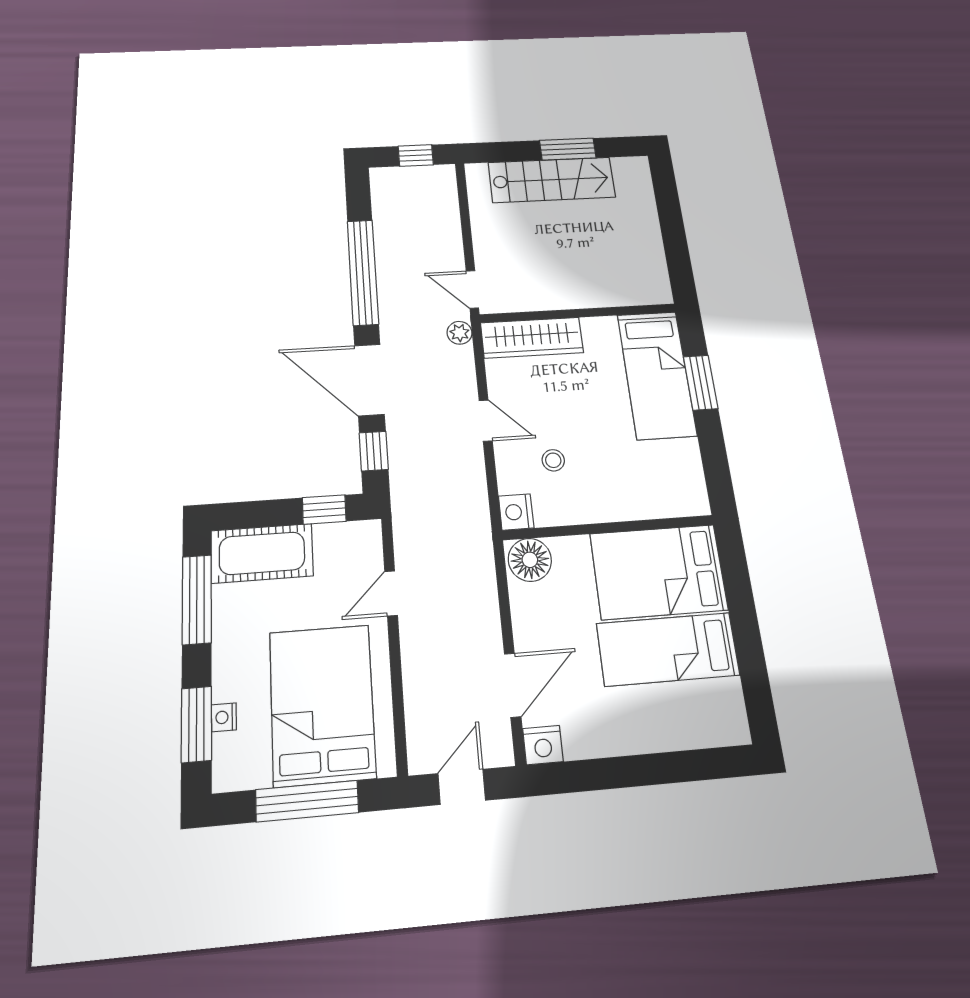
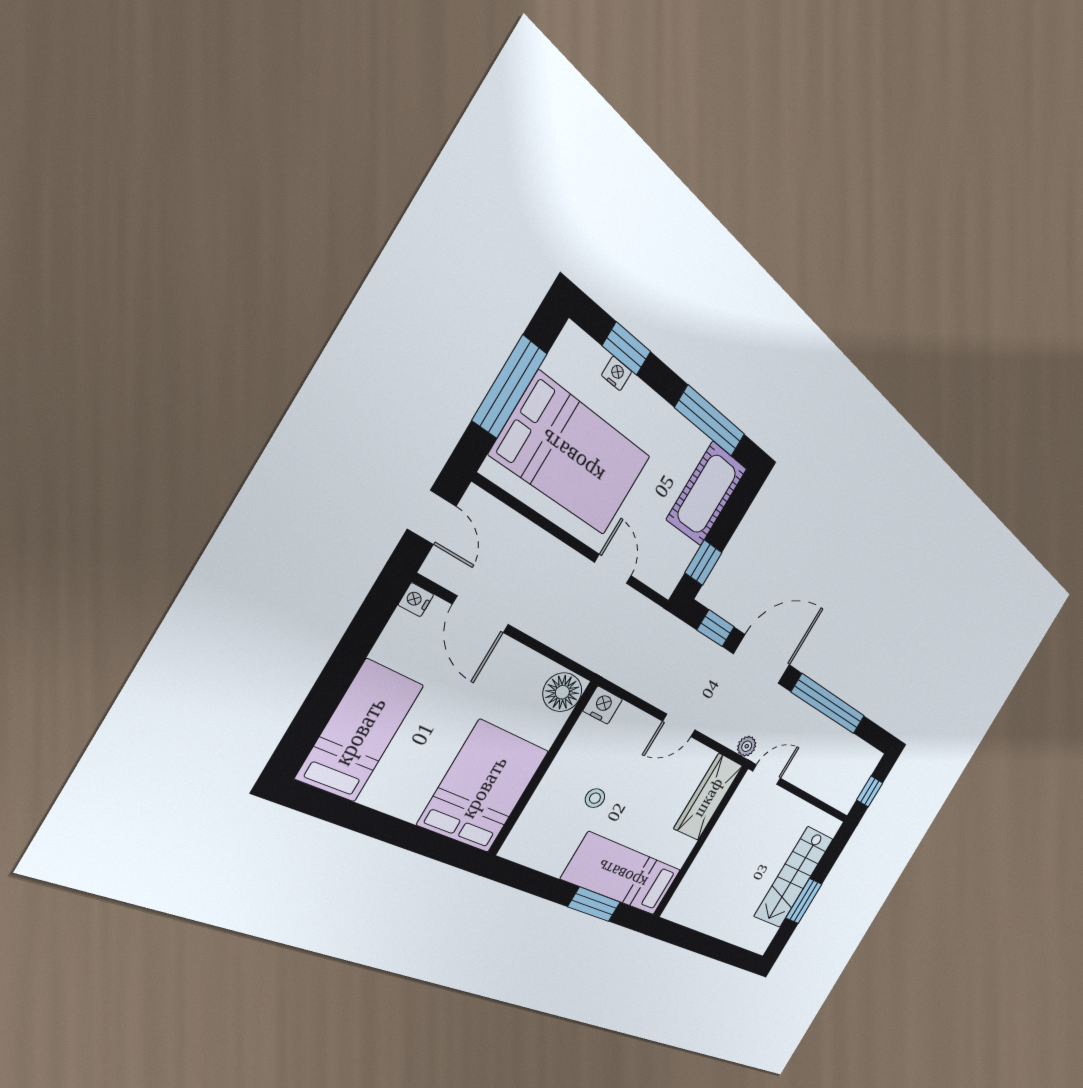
stool: (553, 460) -> (595, 798), moved
bed: (668, 649) -> (360, 731), moved
window: (196, 724) -> (627, 349), width x0.67
nightstand: (543, 745) -> (416, 600), width x0.72, depth x0.74

